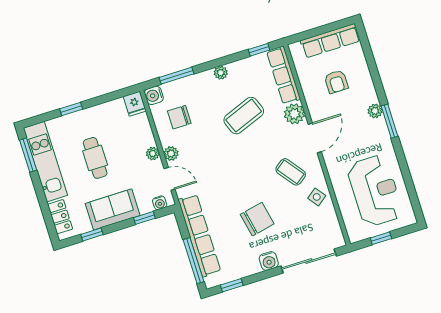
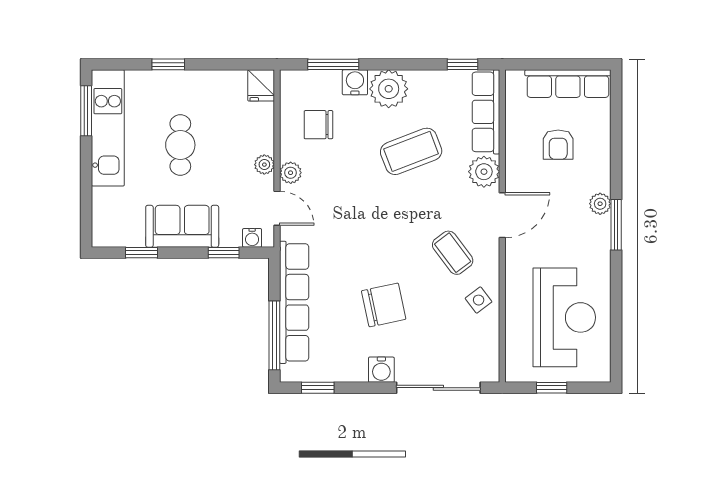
plant: (221, 73) -> (389, 89), width x1.87, depth x1.87
water cooler: (154, 95) -> (355, 82), moved, turned 90
locker: (60, 217) -> (104, 213), removed

